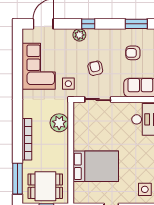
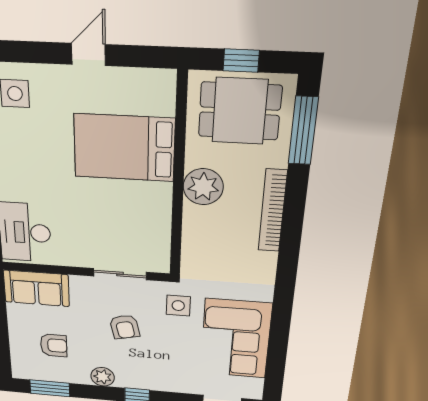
plant: (79, 35) -> (103, 377), moved
plant: (59, 123) -> (203, 187), moved

